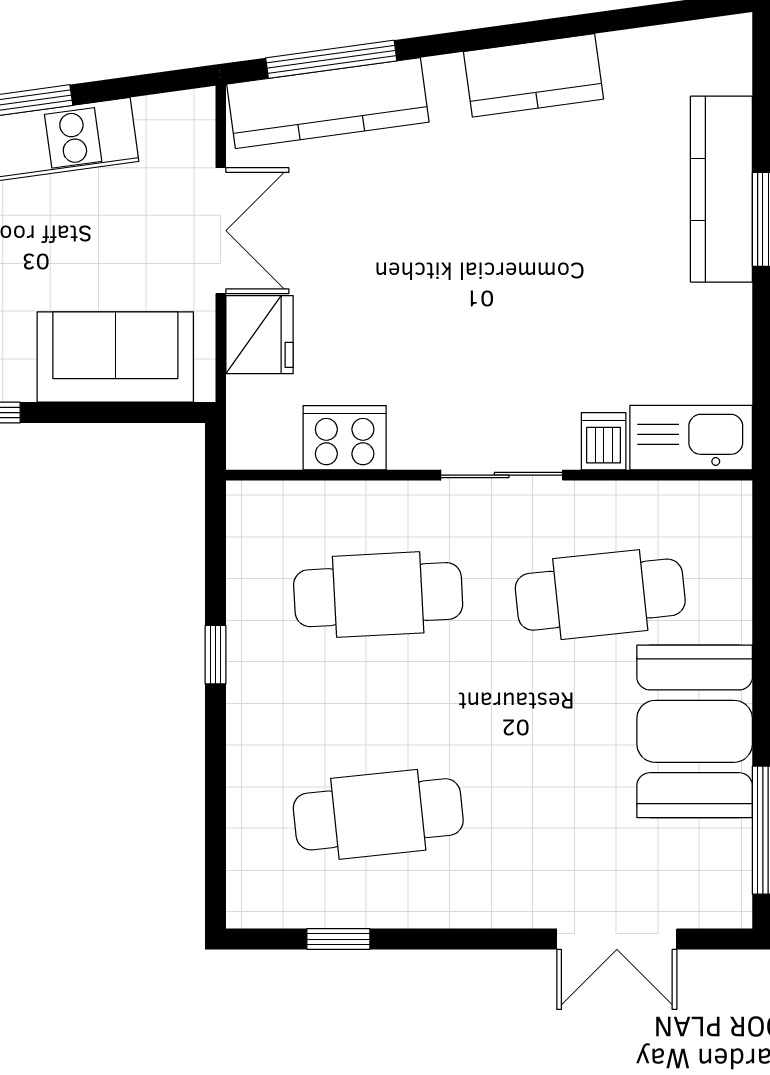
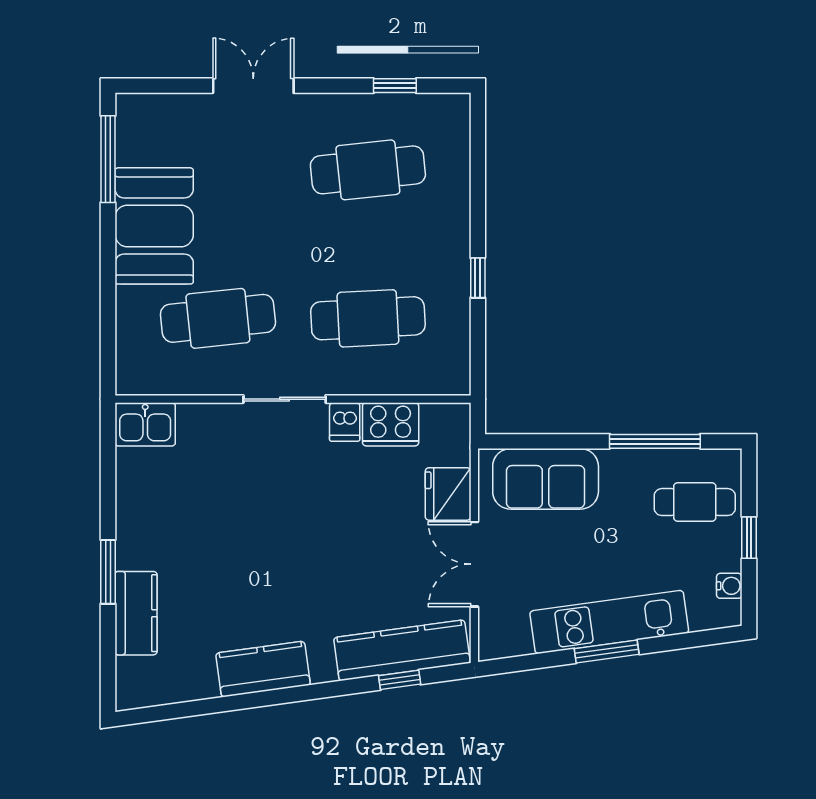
window: (331, 59) -> (400, 680), width x0.46
kitchen counter: (721, 189) -> (136, 613), width x0.67
kitchen sink: (691, 438) -> (145, 424), width x0.73
dishwasher: (604, 441) -> (345, 422), moved
double door: (617, 939) -> (253, 86), moved

